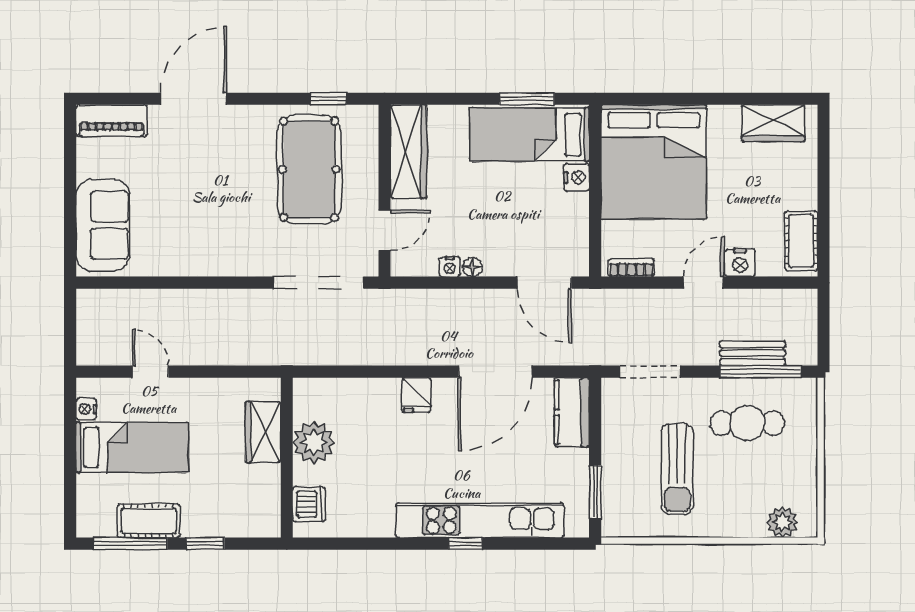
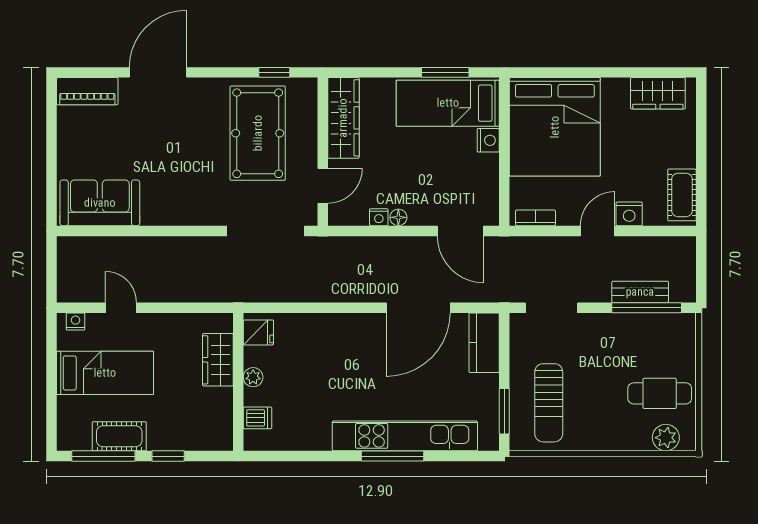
sofa: (103, 225) -> (100, 203), moved, turned -90
fridge: (416, 395) -> (258, 332), moved, turned -90
nightstand: (86, 409) -> (75, 321), moved, turned 90
cafe table: (747, 423) -> (660, 393), moved
plant: (314, 442) -> (253, 377), width x0.53, depth x0.53
sun lounger: (677, 469) -> (549, 403), moved
dishwasher: (309, 504) -> (258, 418), width x0.73
window: (466, 544) -> (393, 456), width x2.17

